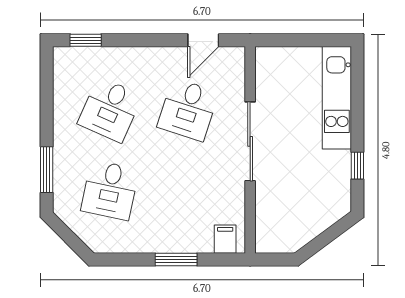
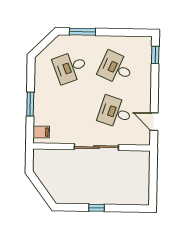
kitchen unit: (337, 98) -> (120, 197), removed
window: (357, 166) -> (97, 208), moved
desk: (110, 190) -> (70, 67), turned -33

